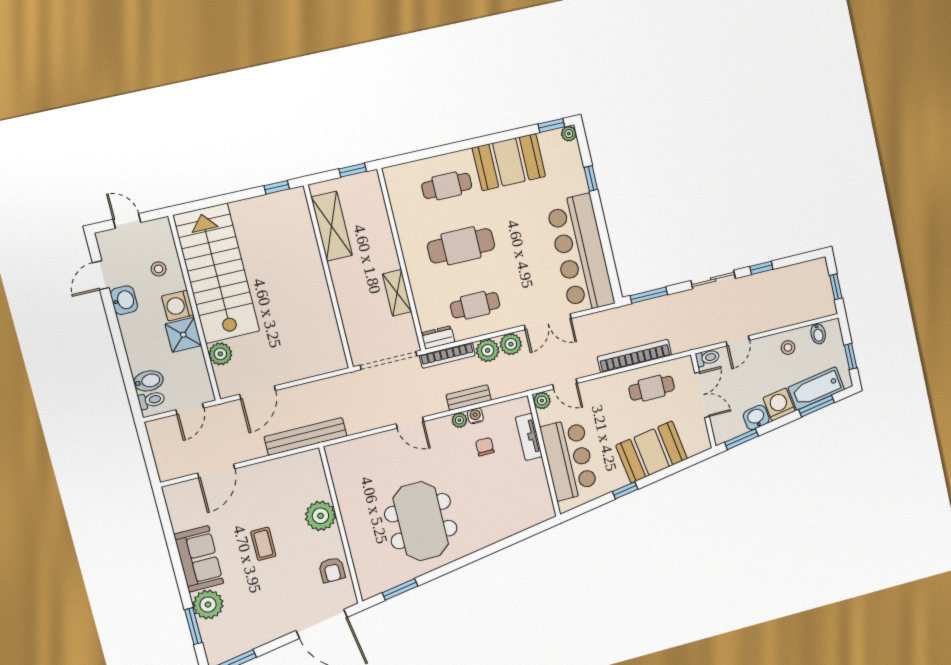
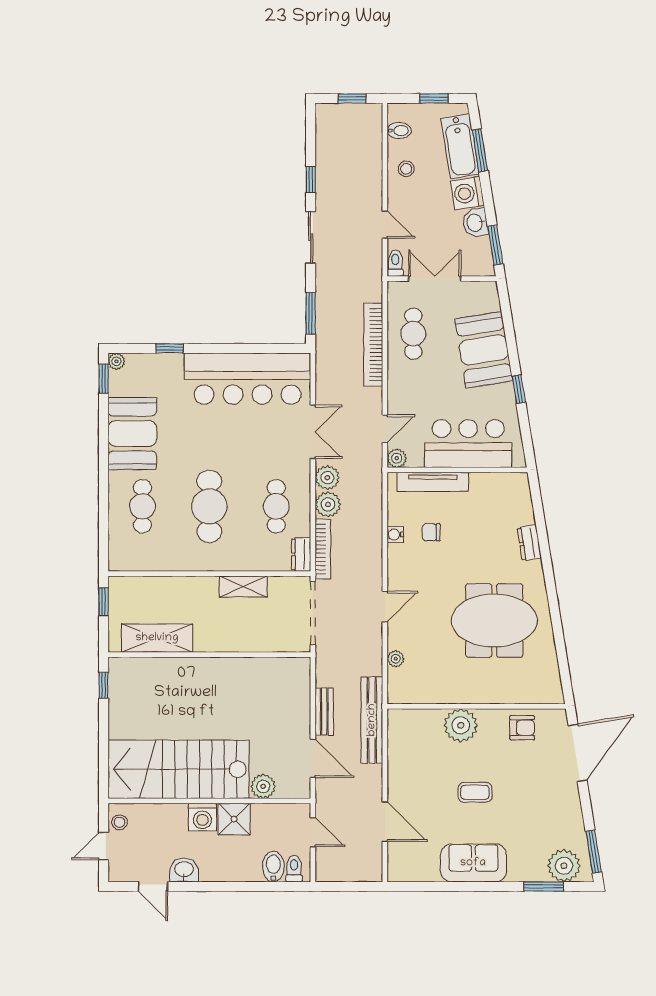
stool: (159, 269) -> (120, 822), moved
bench: (469, 397) -> (324, 712), moved
plant: (459, 420) -> (396, 659), moved
tv unit: (529, 437) -> (433, 482), width x1.41
dresser: (496, 534) -> (529, 543), added
window: (400, 589) -> (563, 661), removed
plant: (208, 604) -> (564, 866), moved

